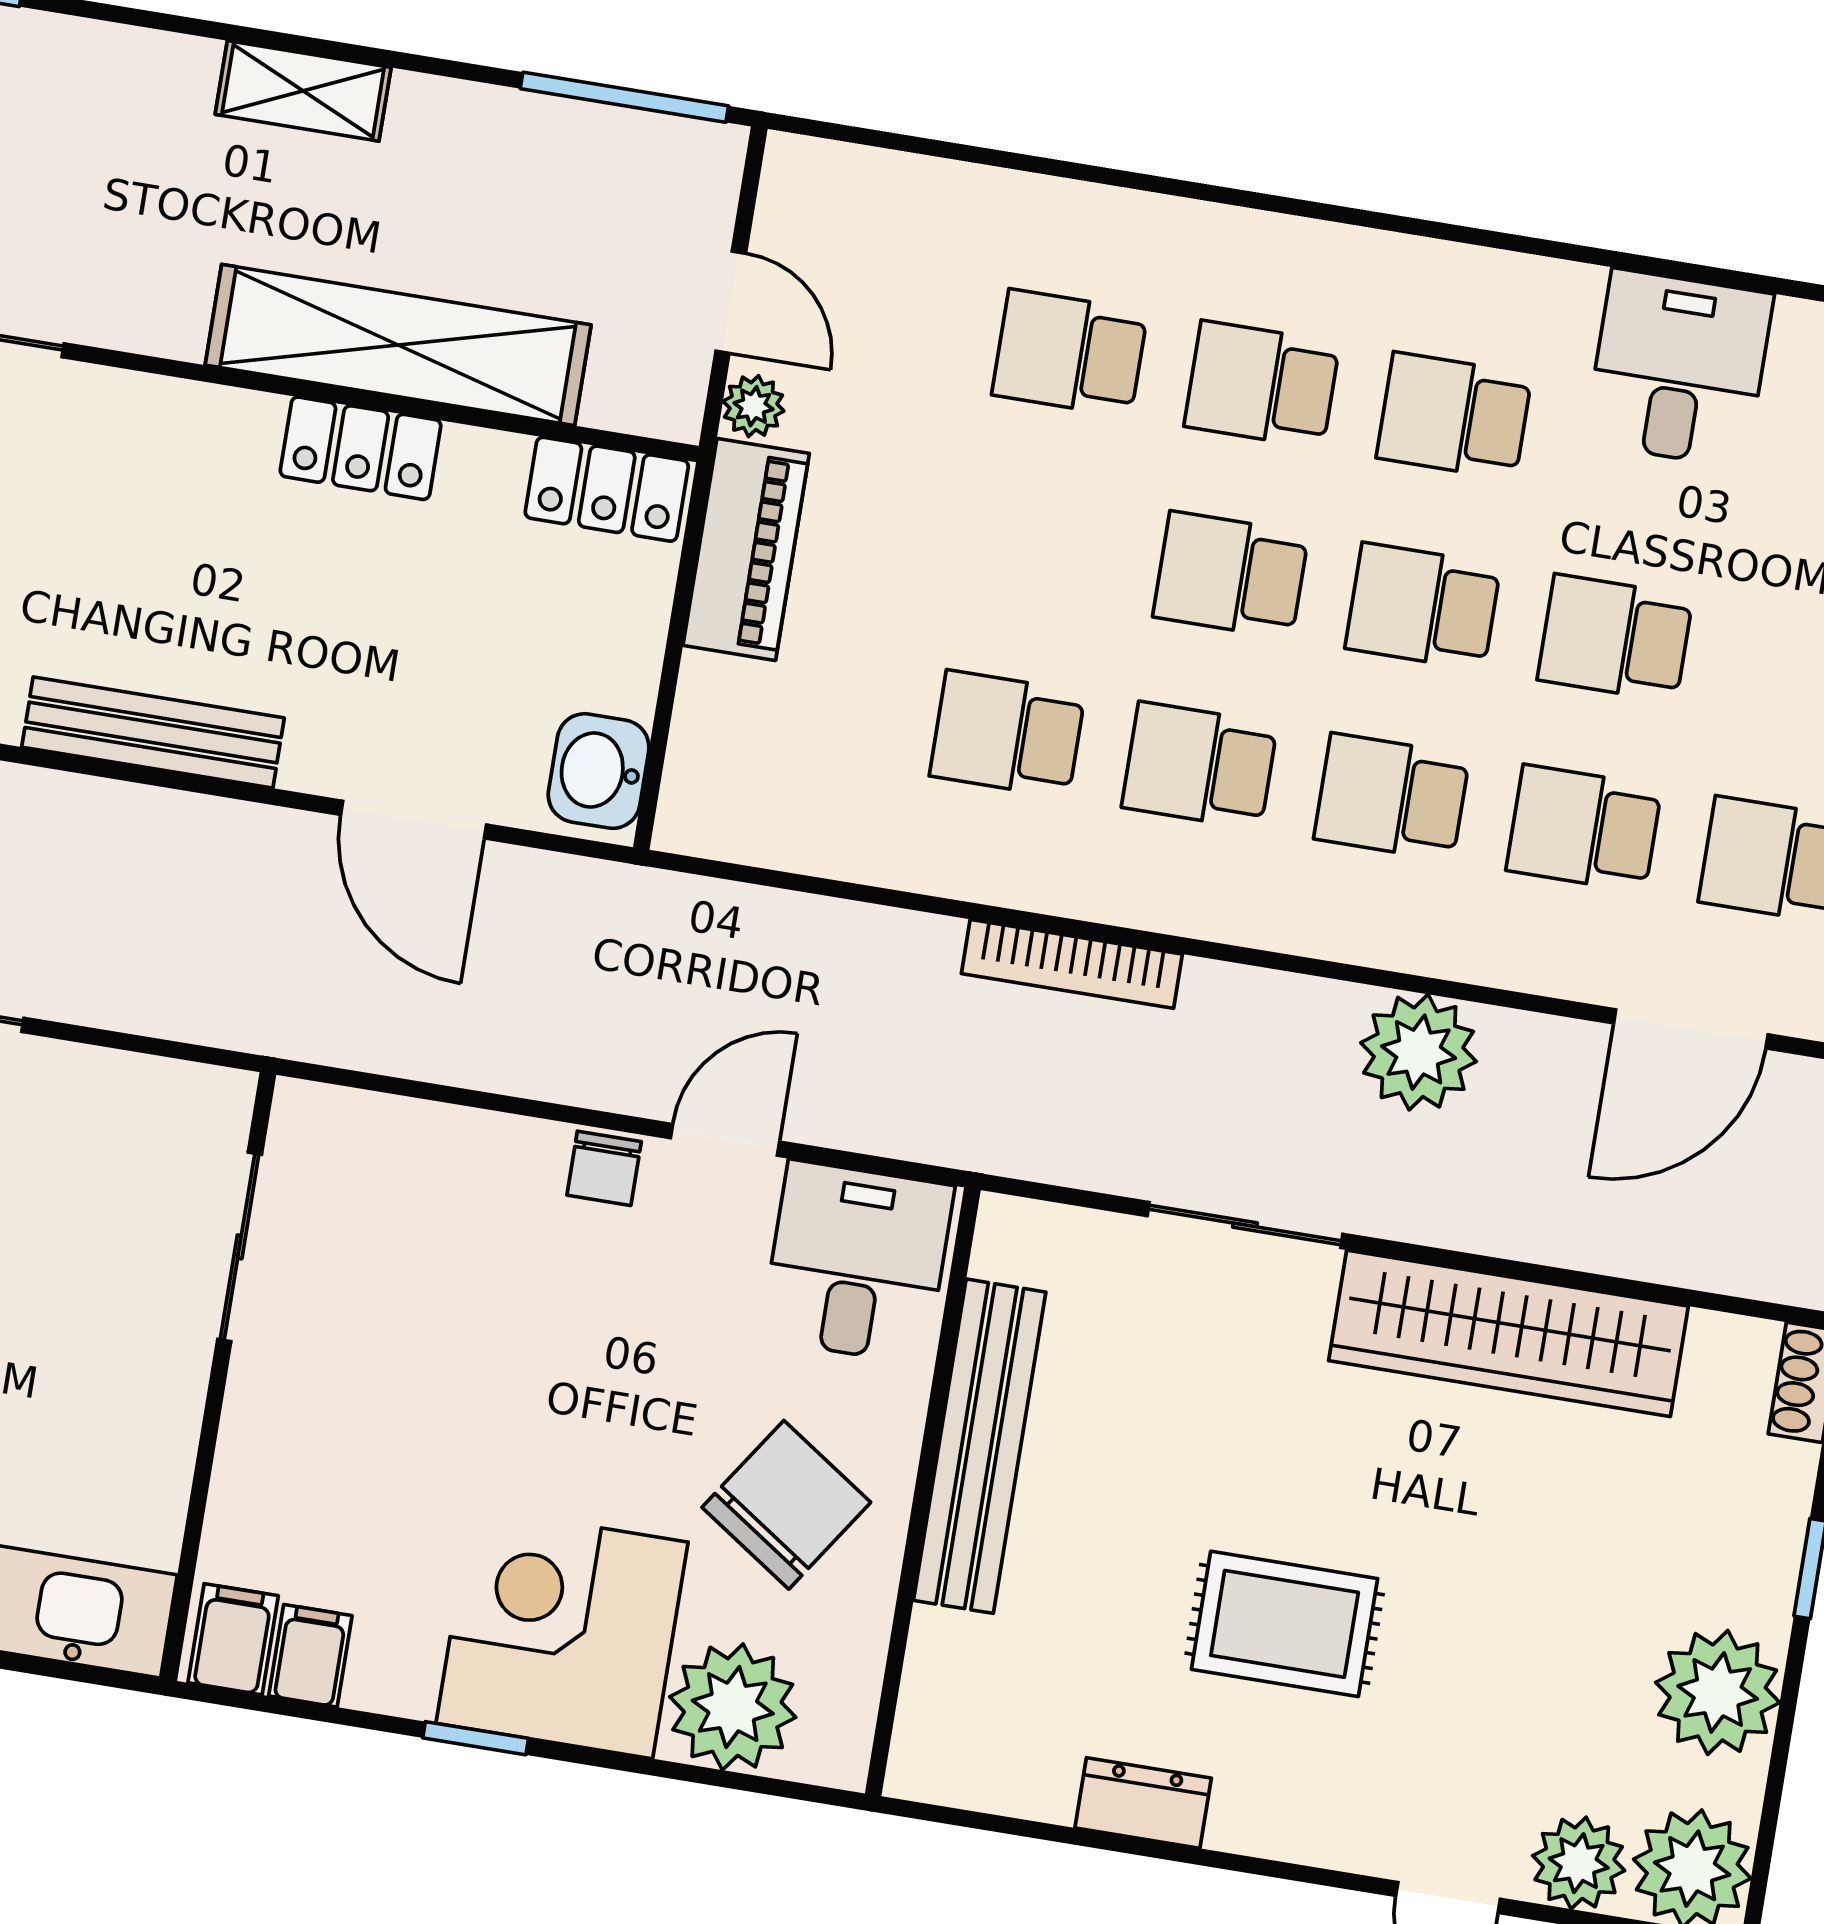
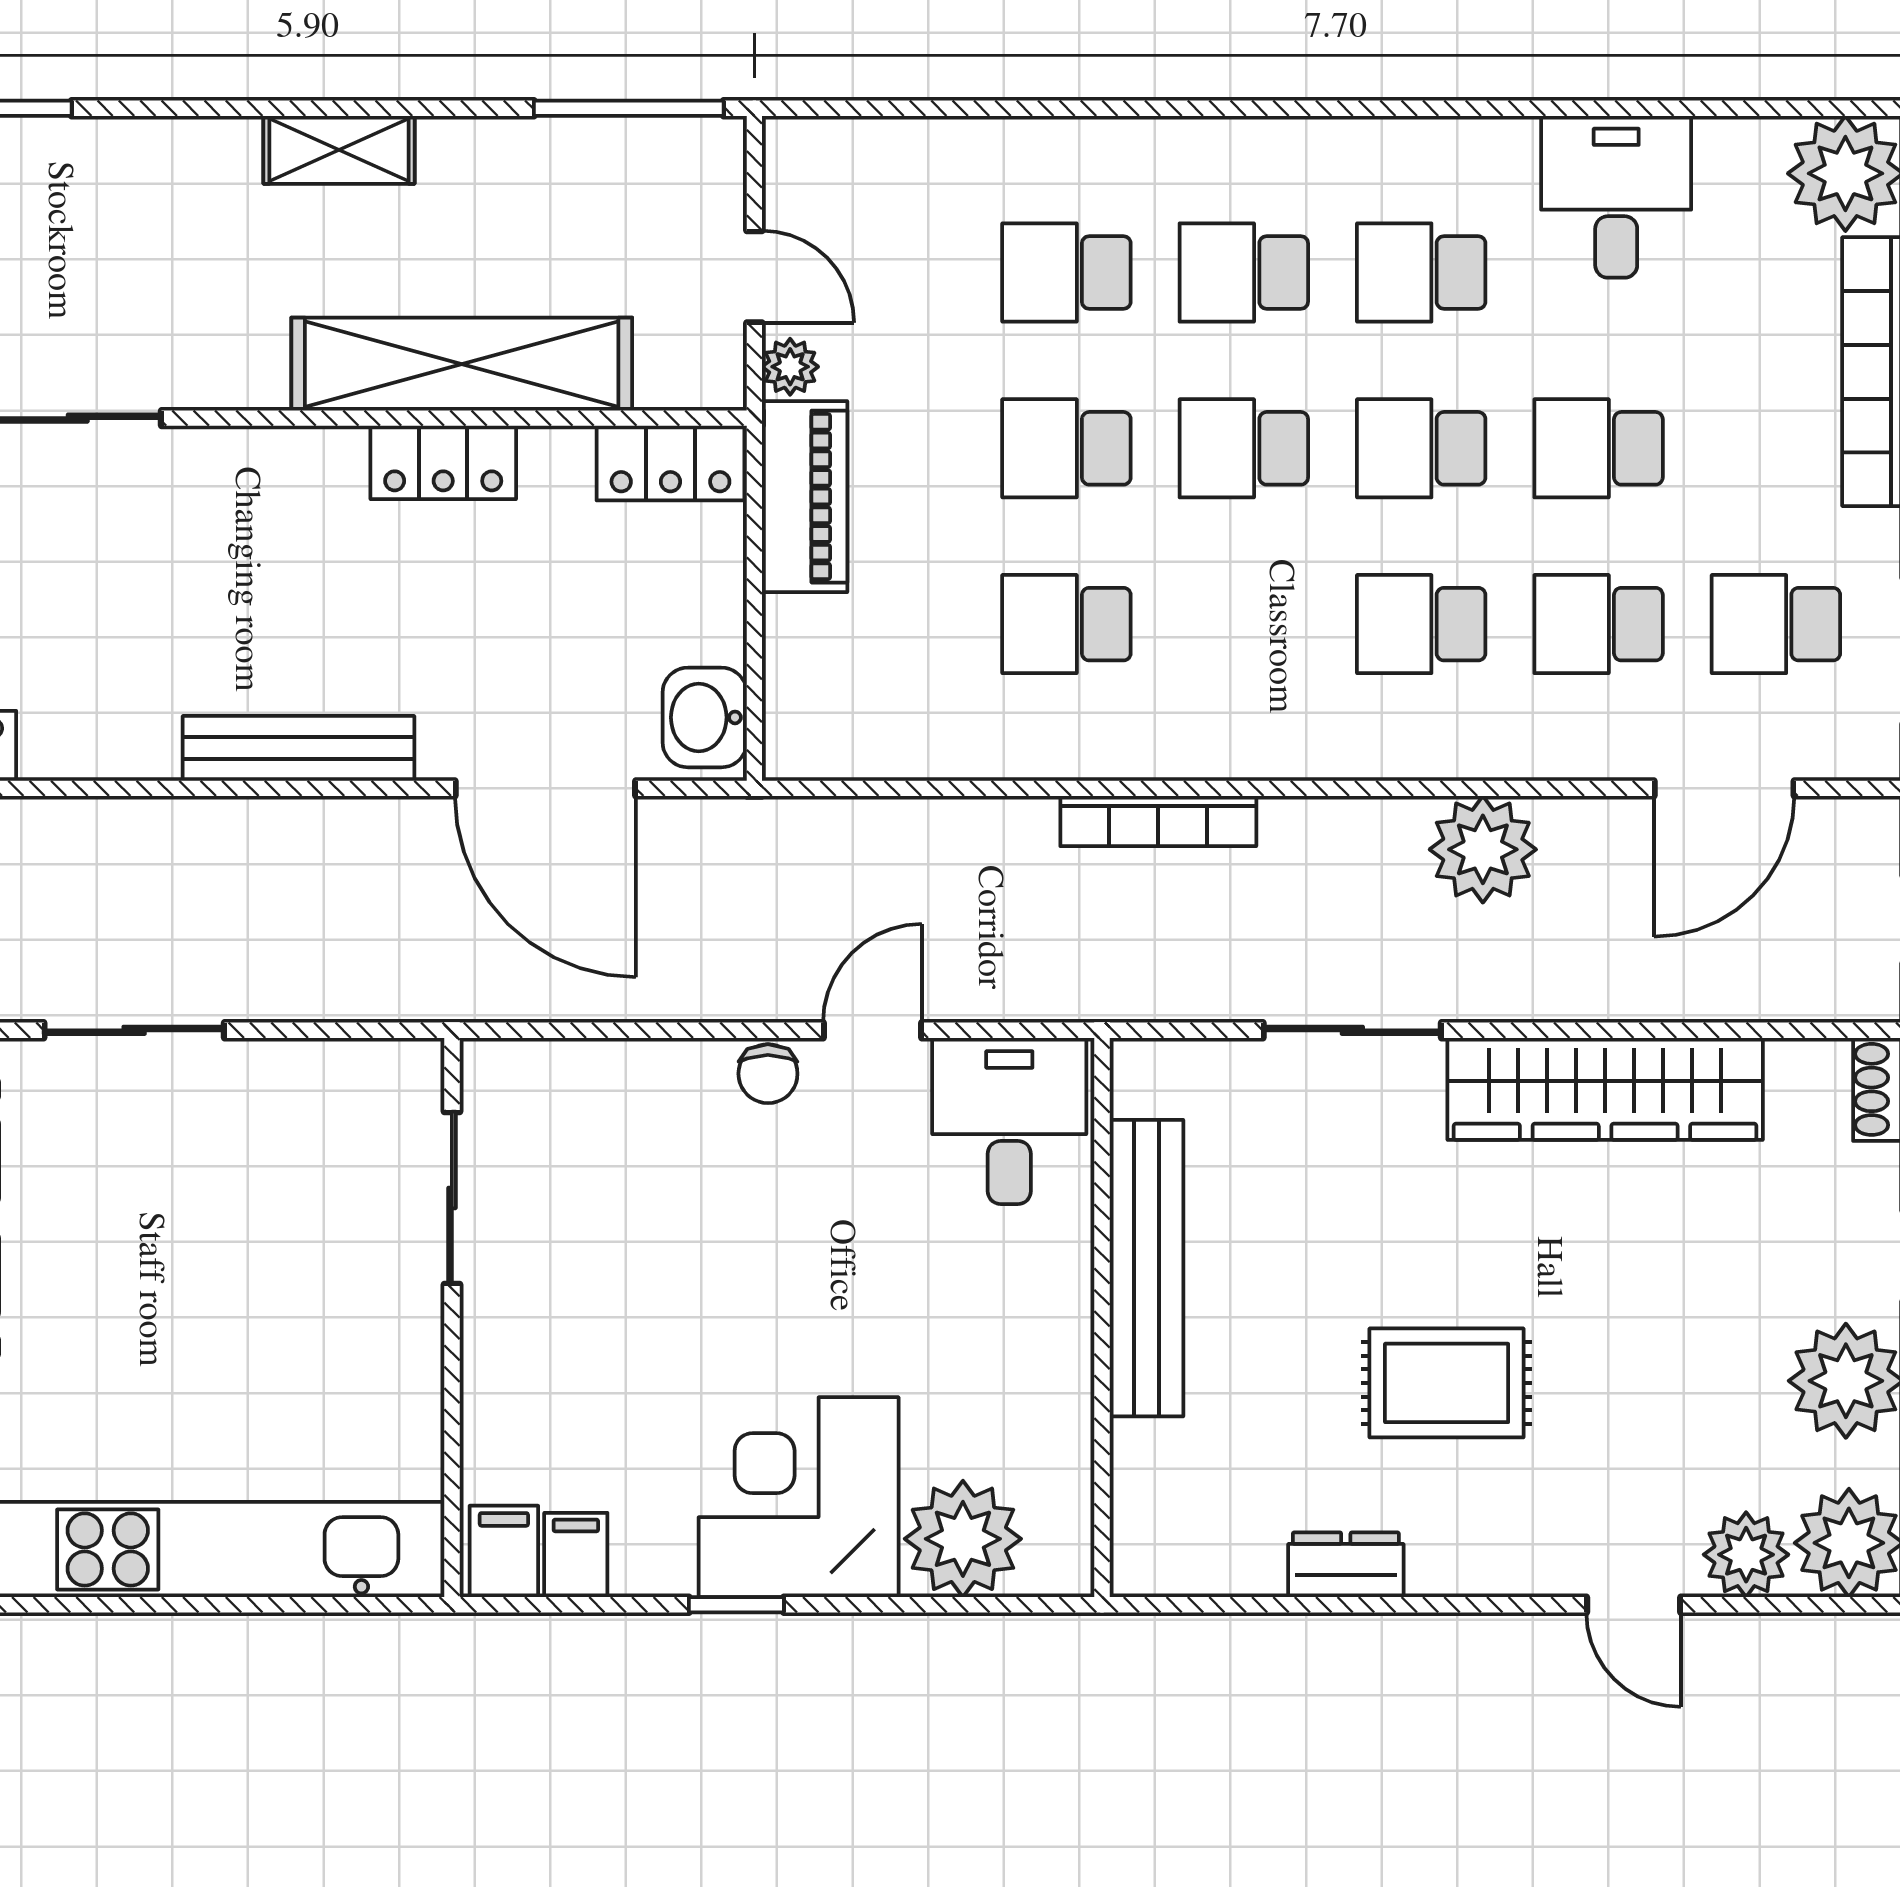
school desk: (1200, 766) -> (1066, 448), moved
door: (414, 820) -> (545, 788), width x1.36
chair: (786, 1505) -> (981, 1349), removed

